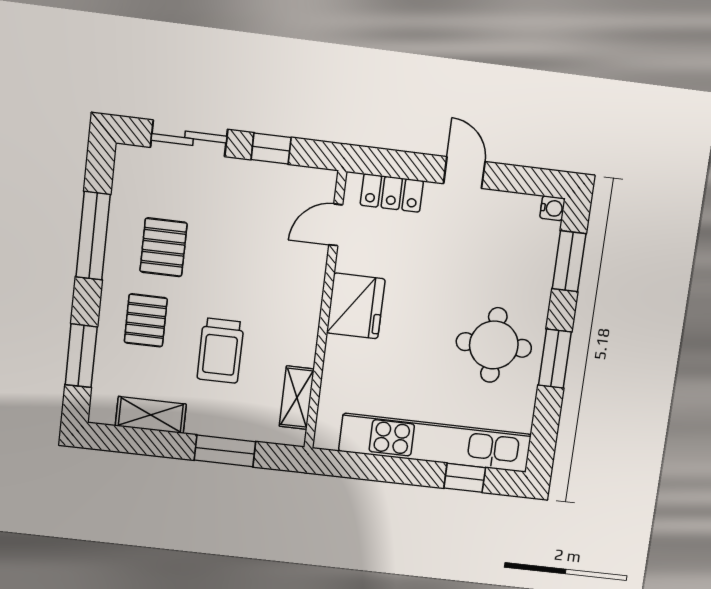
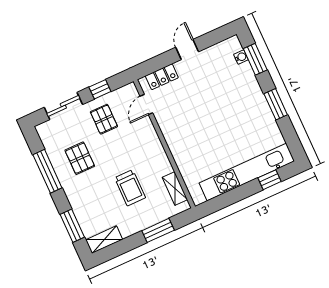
door: (464, 173) -> (187, 50), hinge flipped
water cooler: (552, 208) -> (241, 57), moved
fridge: (356, 306) -> (176, 134), removed
pallet: (146, 320) -> (104, 119), moved
round table: (494, 345) -> (246, 114), removed
shelving: (151, 415) -> (104, 240), moved

